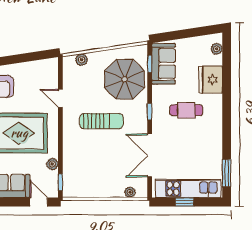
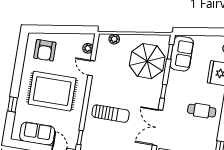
cafe table: (186, 110) -> (202, 111), moved
sun lounger: (101, 121) -> (111, 114), moved
plant: (52, 164) -> (88, 48), moved

